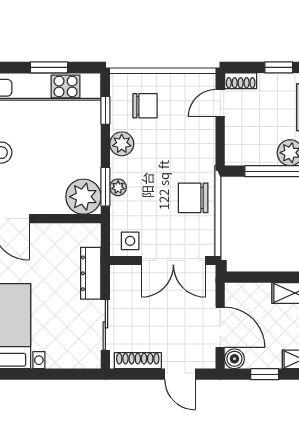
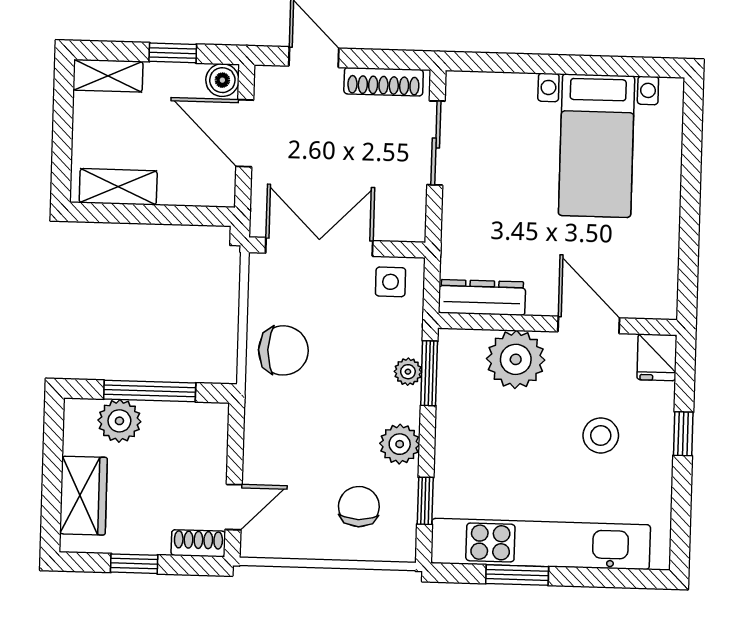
chair: (145, 106) -> (359, 507), turned 90
plant: (83, 197) -> (516, 359), moved
dresser: (91, 273) -> (482, 297), moved, turned -90

